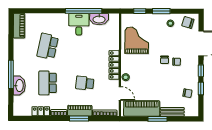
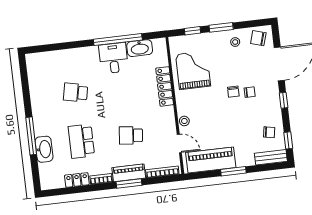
piano: (19, 26) -> (34, 70), removed
school desk: (48, 46) -> (76, 92), width x0.54
locker: (114, 65) -> (165, 86), moved
window: (201, 88) -> (288, 140), moved
bench: (172, 112) -> (271, 157), moved

